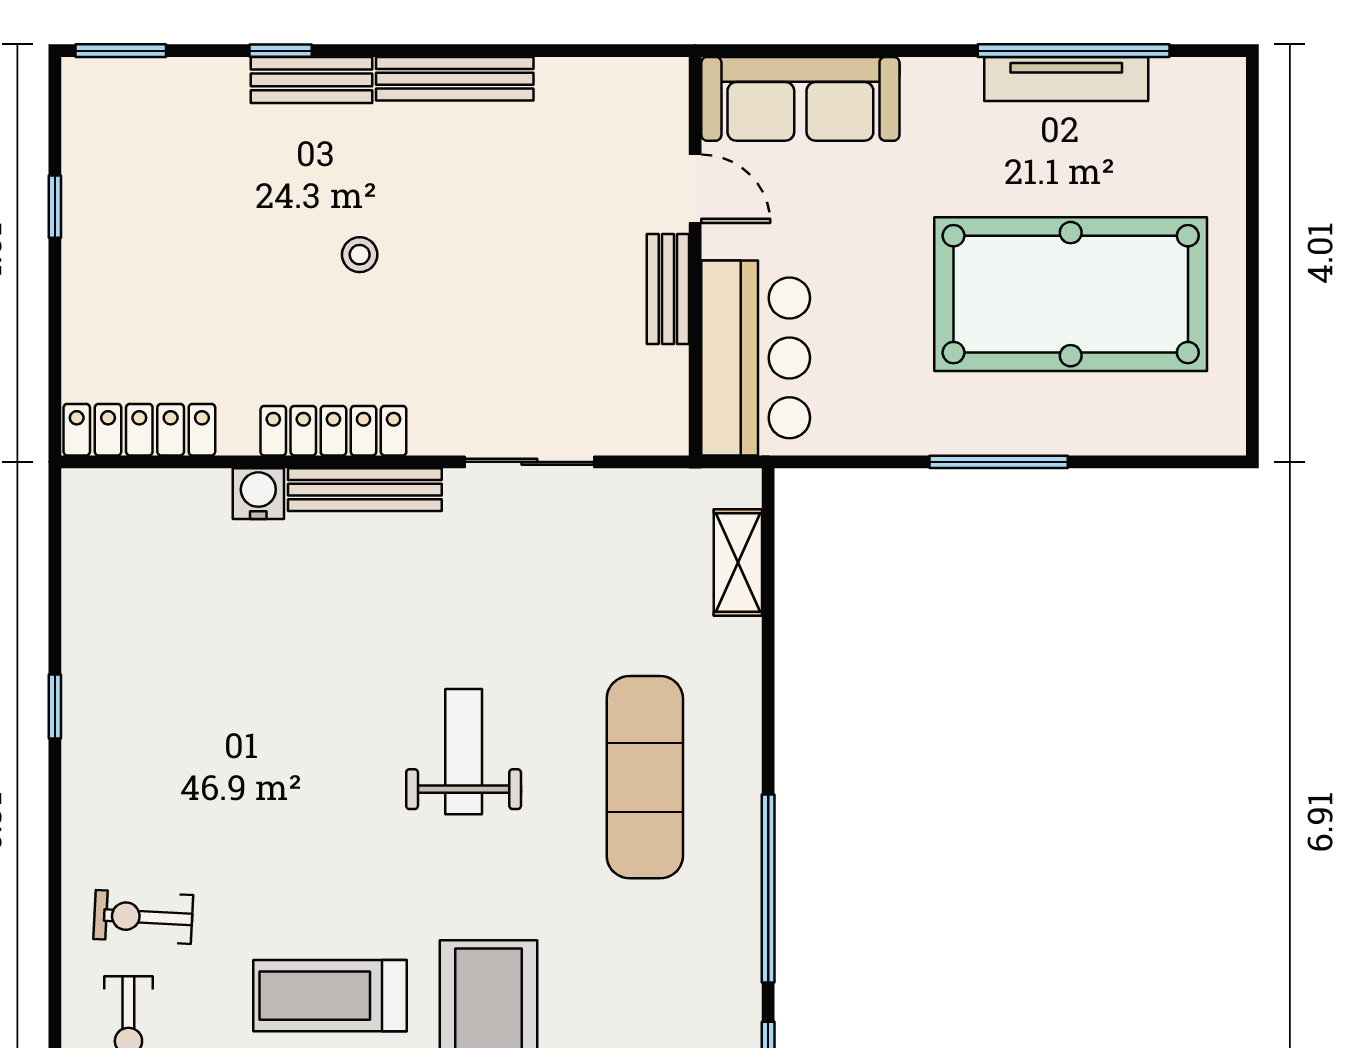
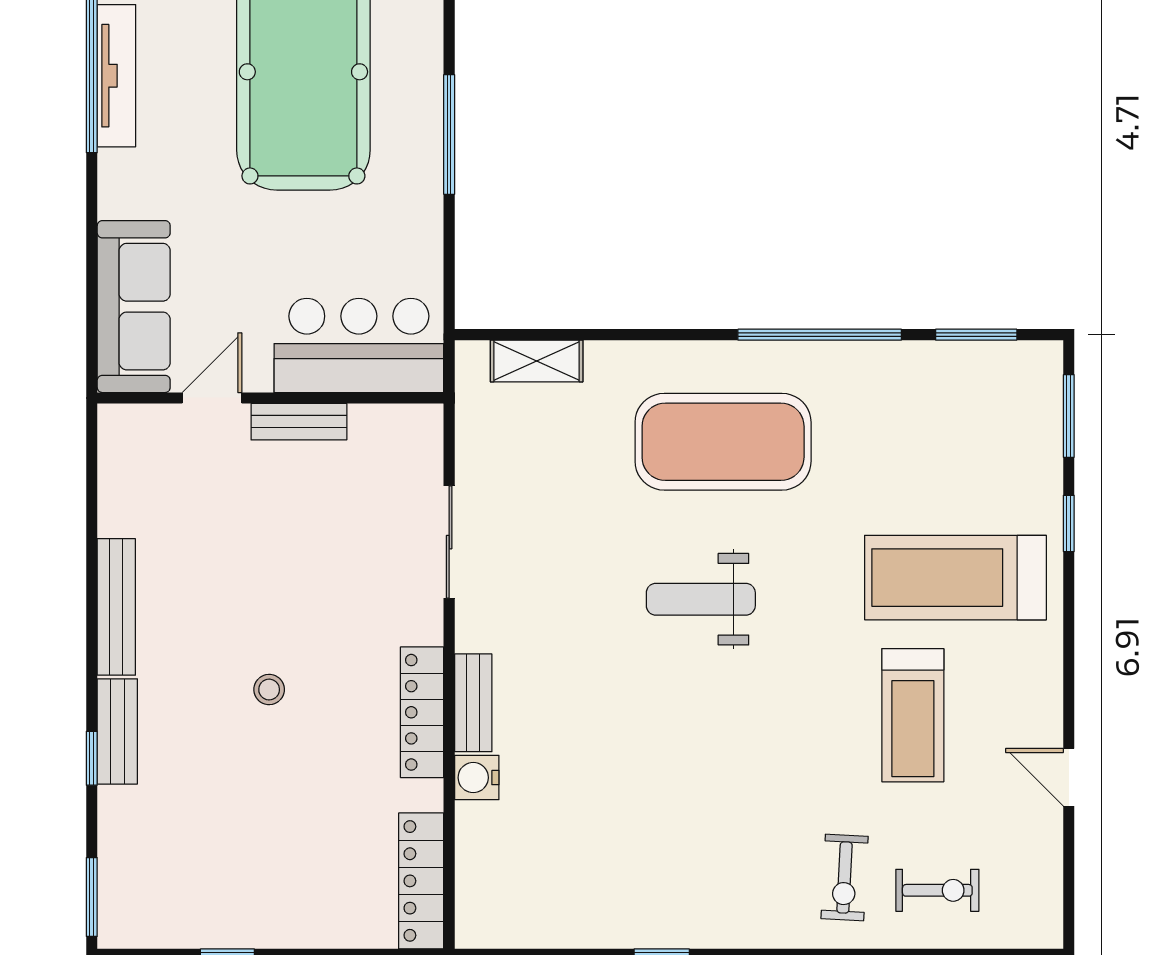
bench: (365, 490) -> (473, 703), width x0.73
exercise mat: (645, 777) -> (723, 442), width x1.47

